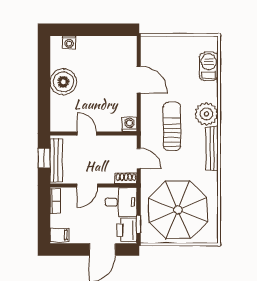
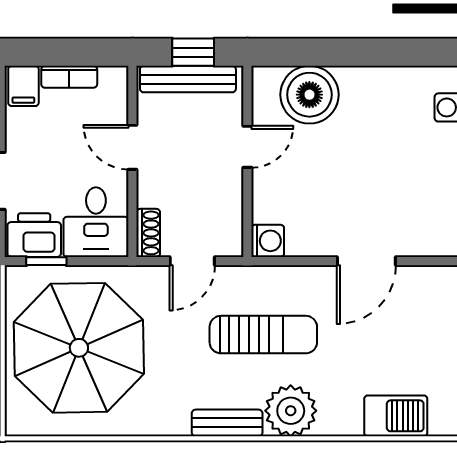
boiler: (63, 82) -> (309, 95), moved
bench: (212, 148) -> (227, 423), width x0.73
bookcase: (55, 201) -> (69, 77), moved

